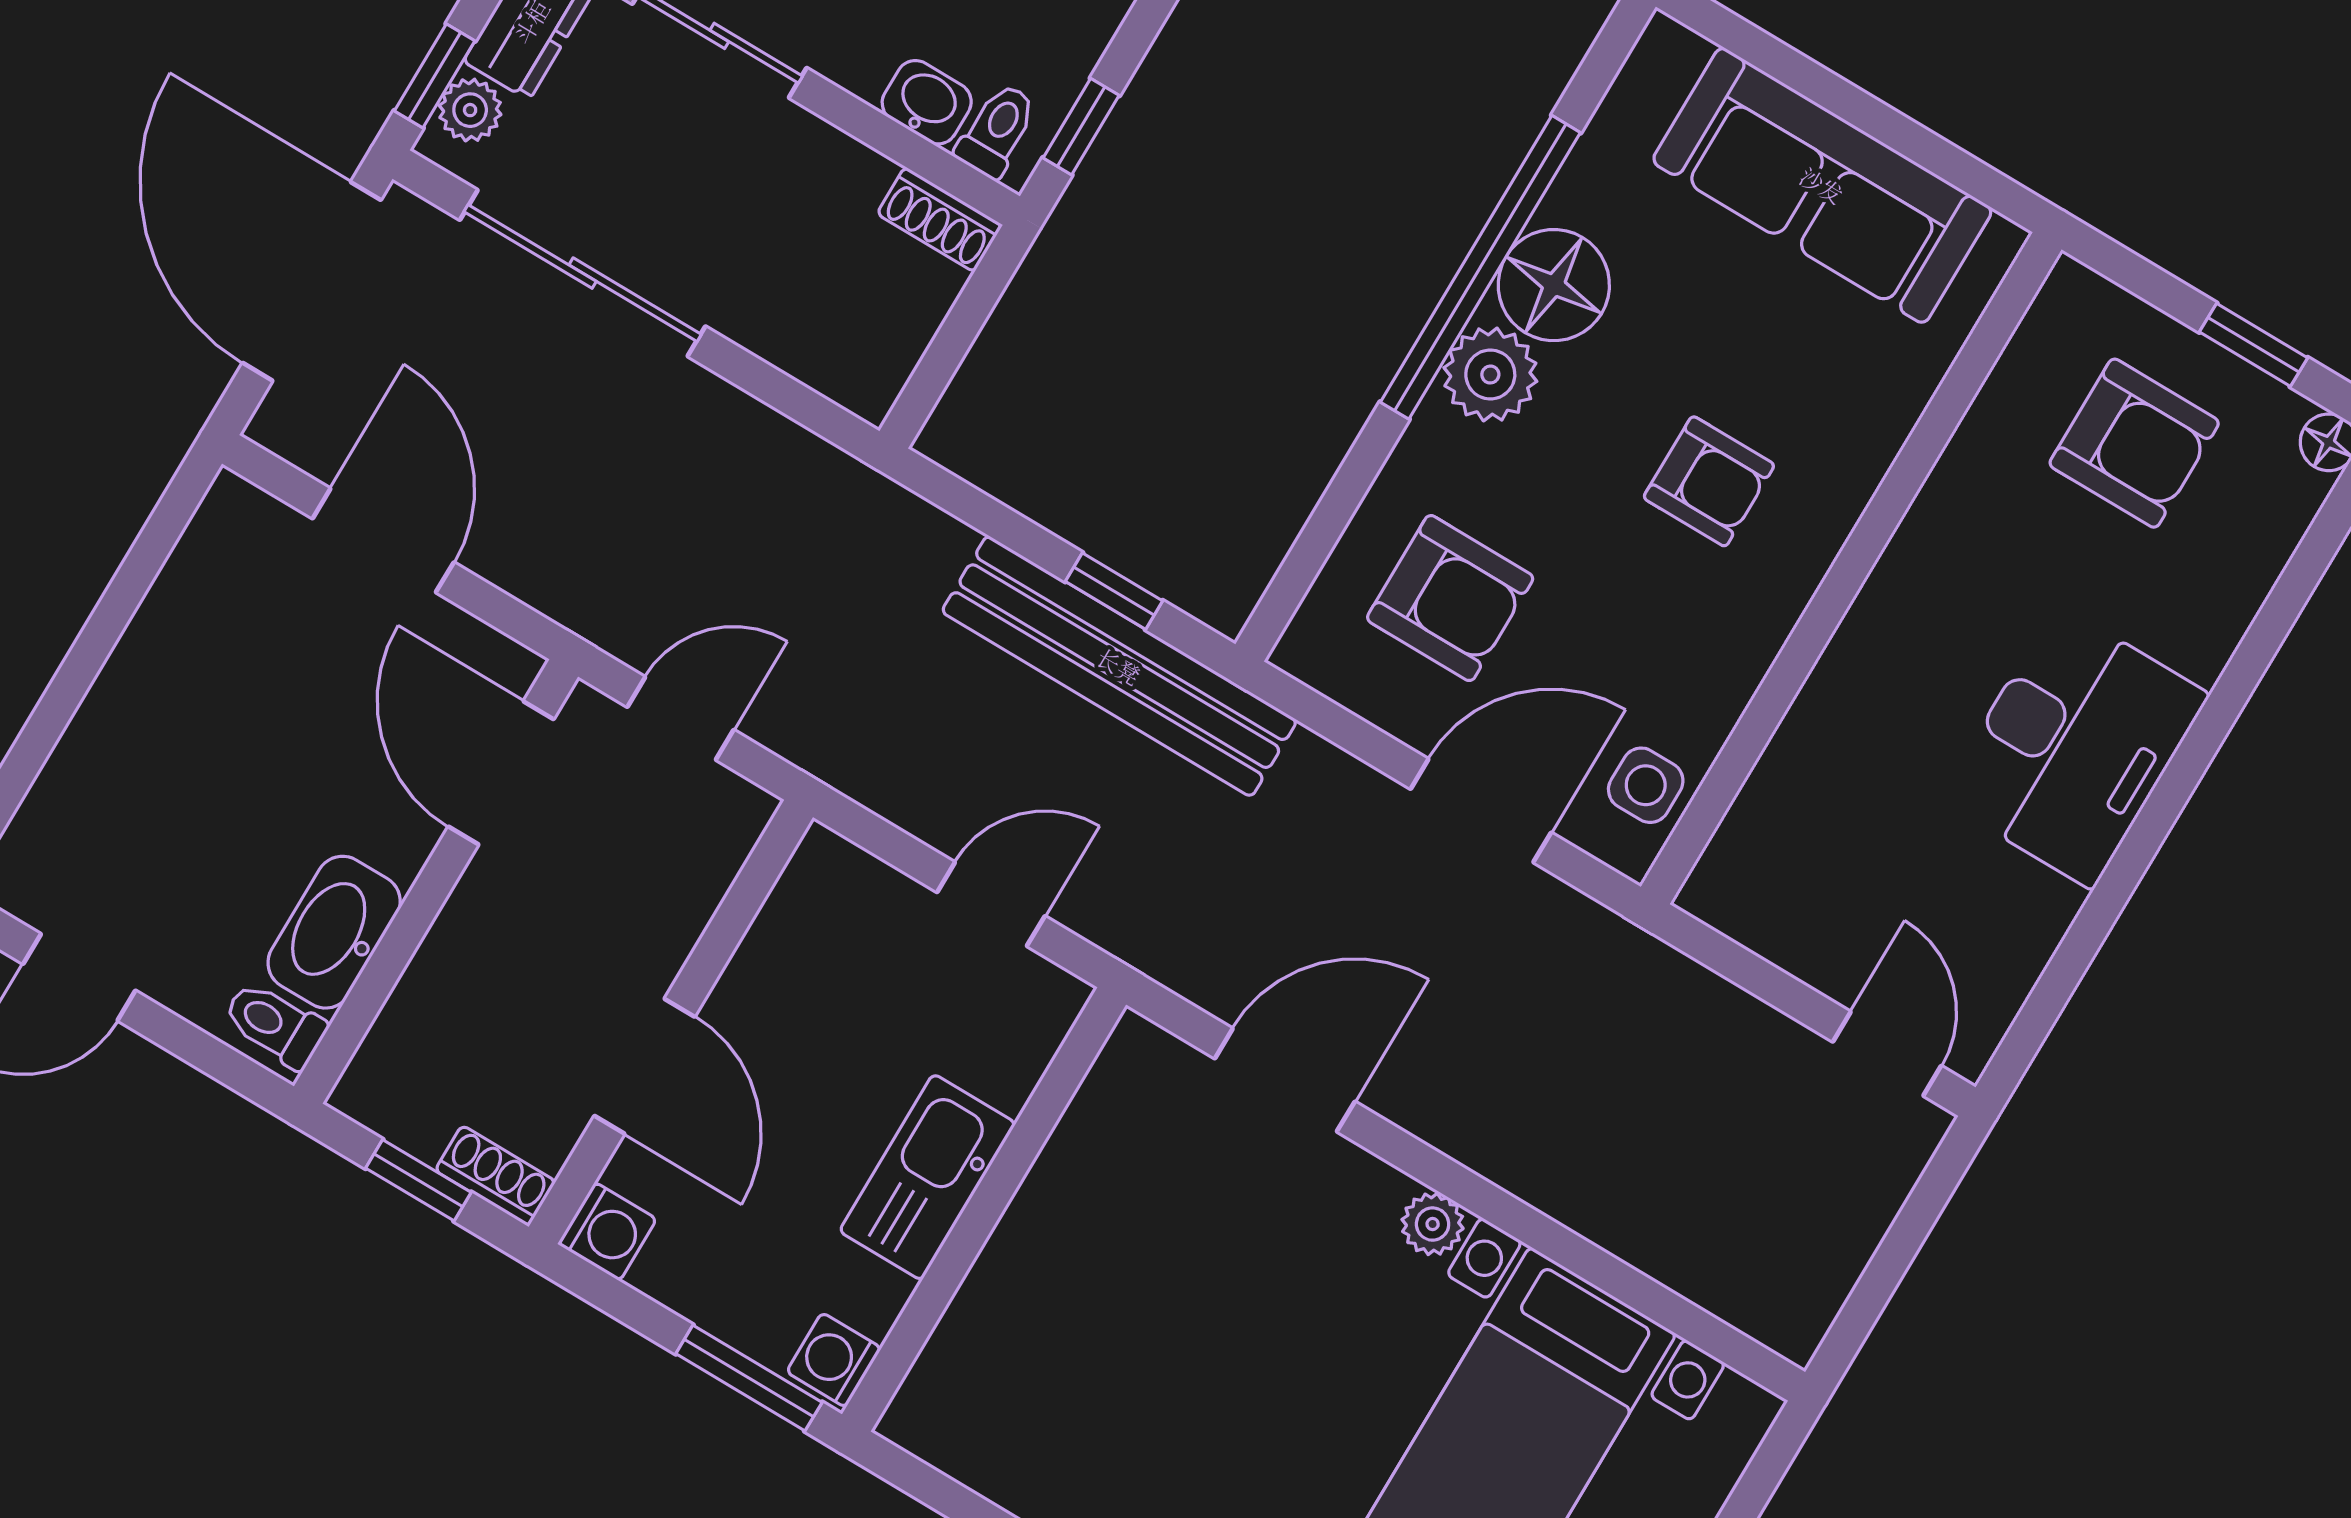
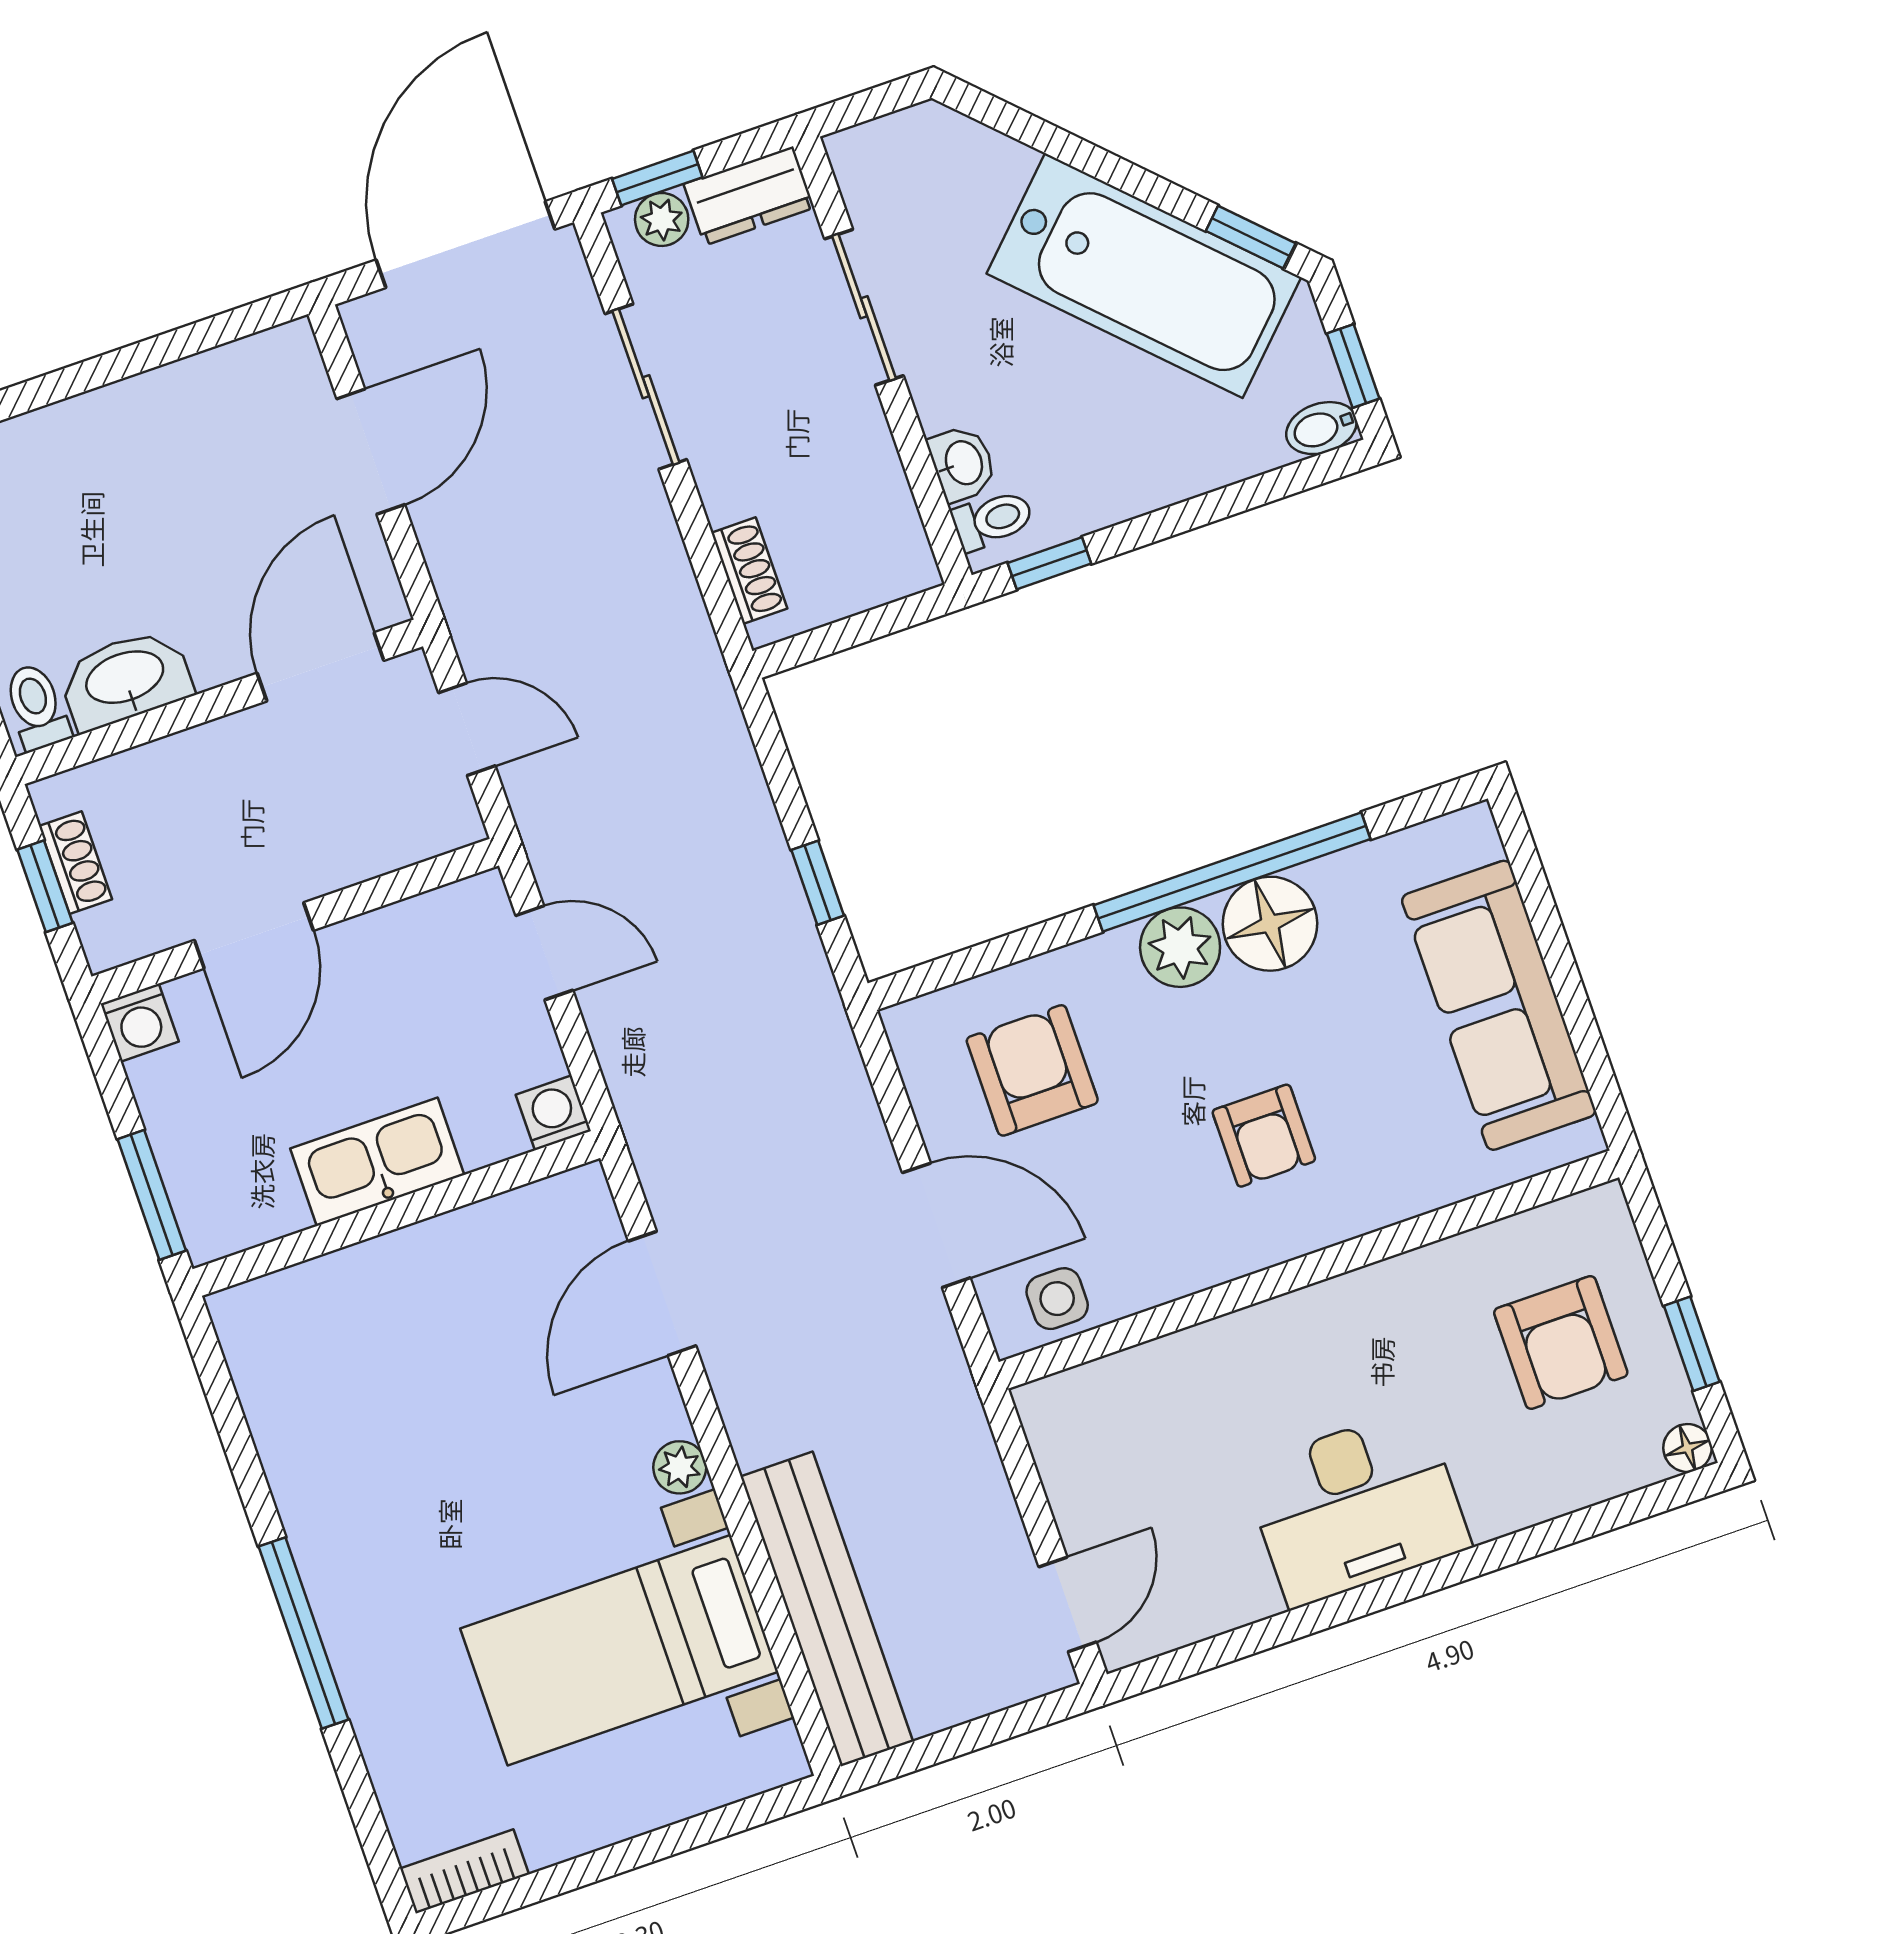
shoe rack: (940, 219) -> (749, 571), moved, turned 180
sliding door: (583, 273) -> (646, 387), width x0.73
armchair: (1450, 598) -> (1032, 1070), turned 180
bench: (1119, 666) -> (827, 1609), moved
door: (991, 904) -> (544, 953), moved
door: (1285, 1080) -> (662, 1293), swing flipped
shoe rack: (495, 1176) -> (76, 863), moved
washing machine: (834, 1360) -> (553, 1113), moved

